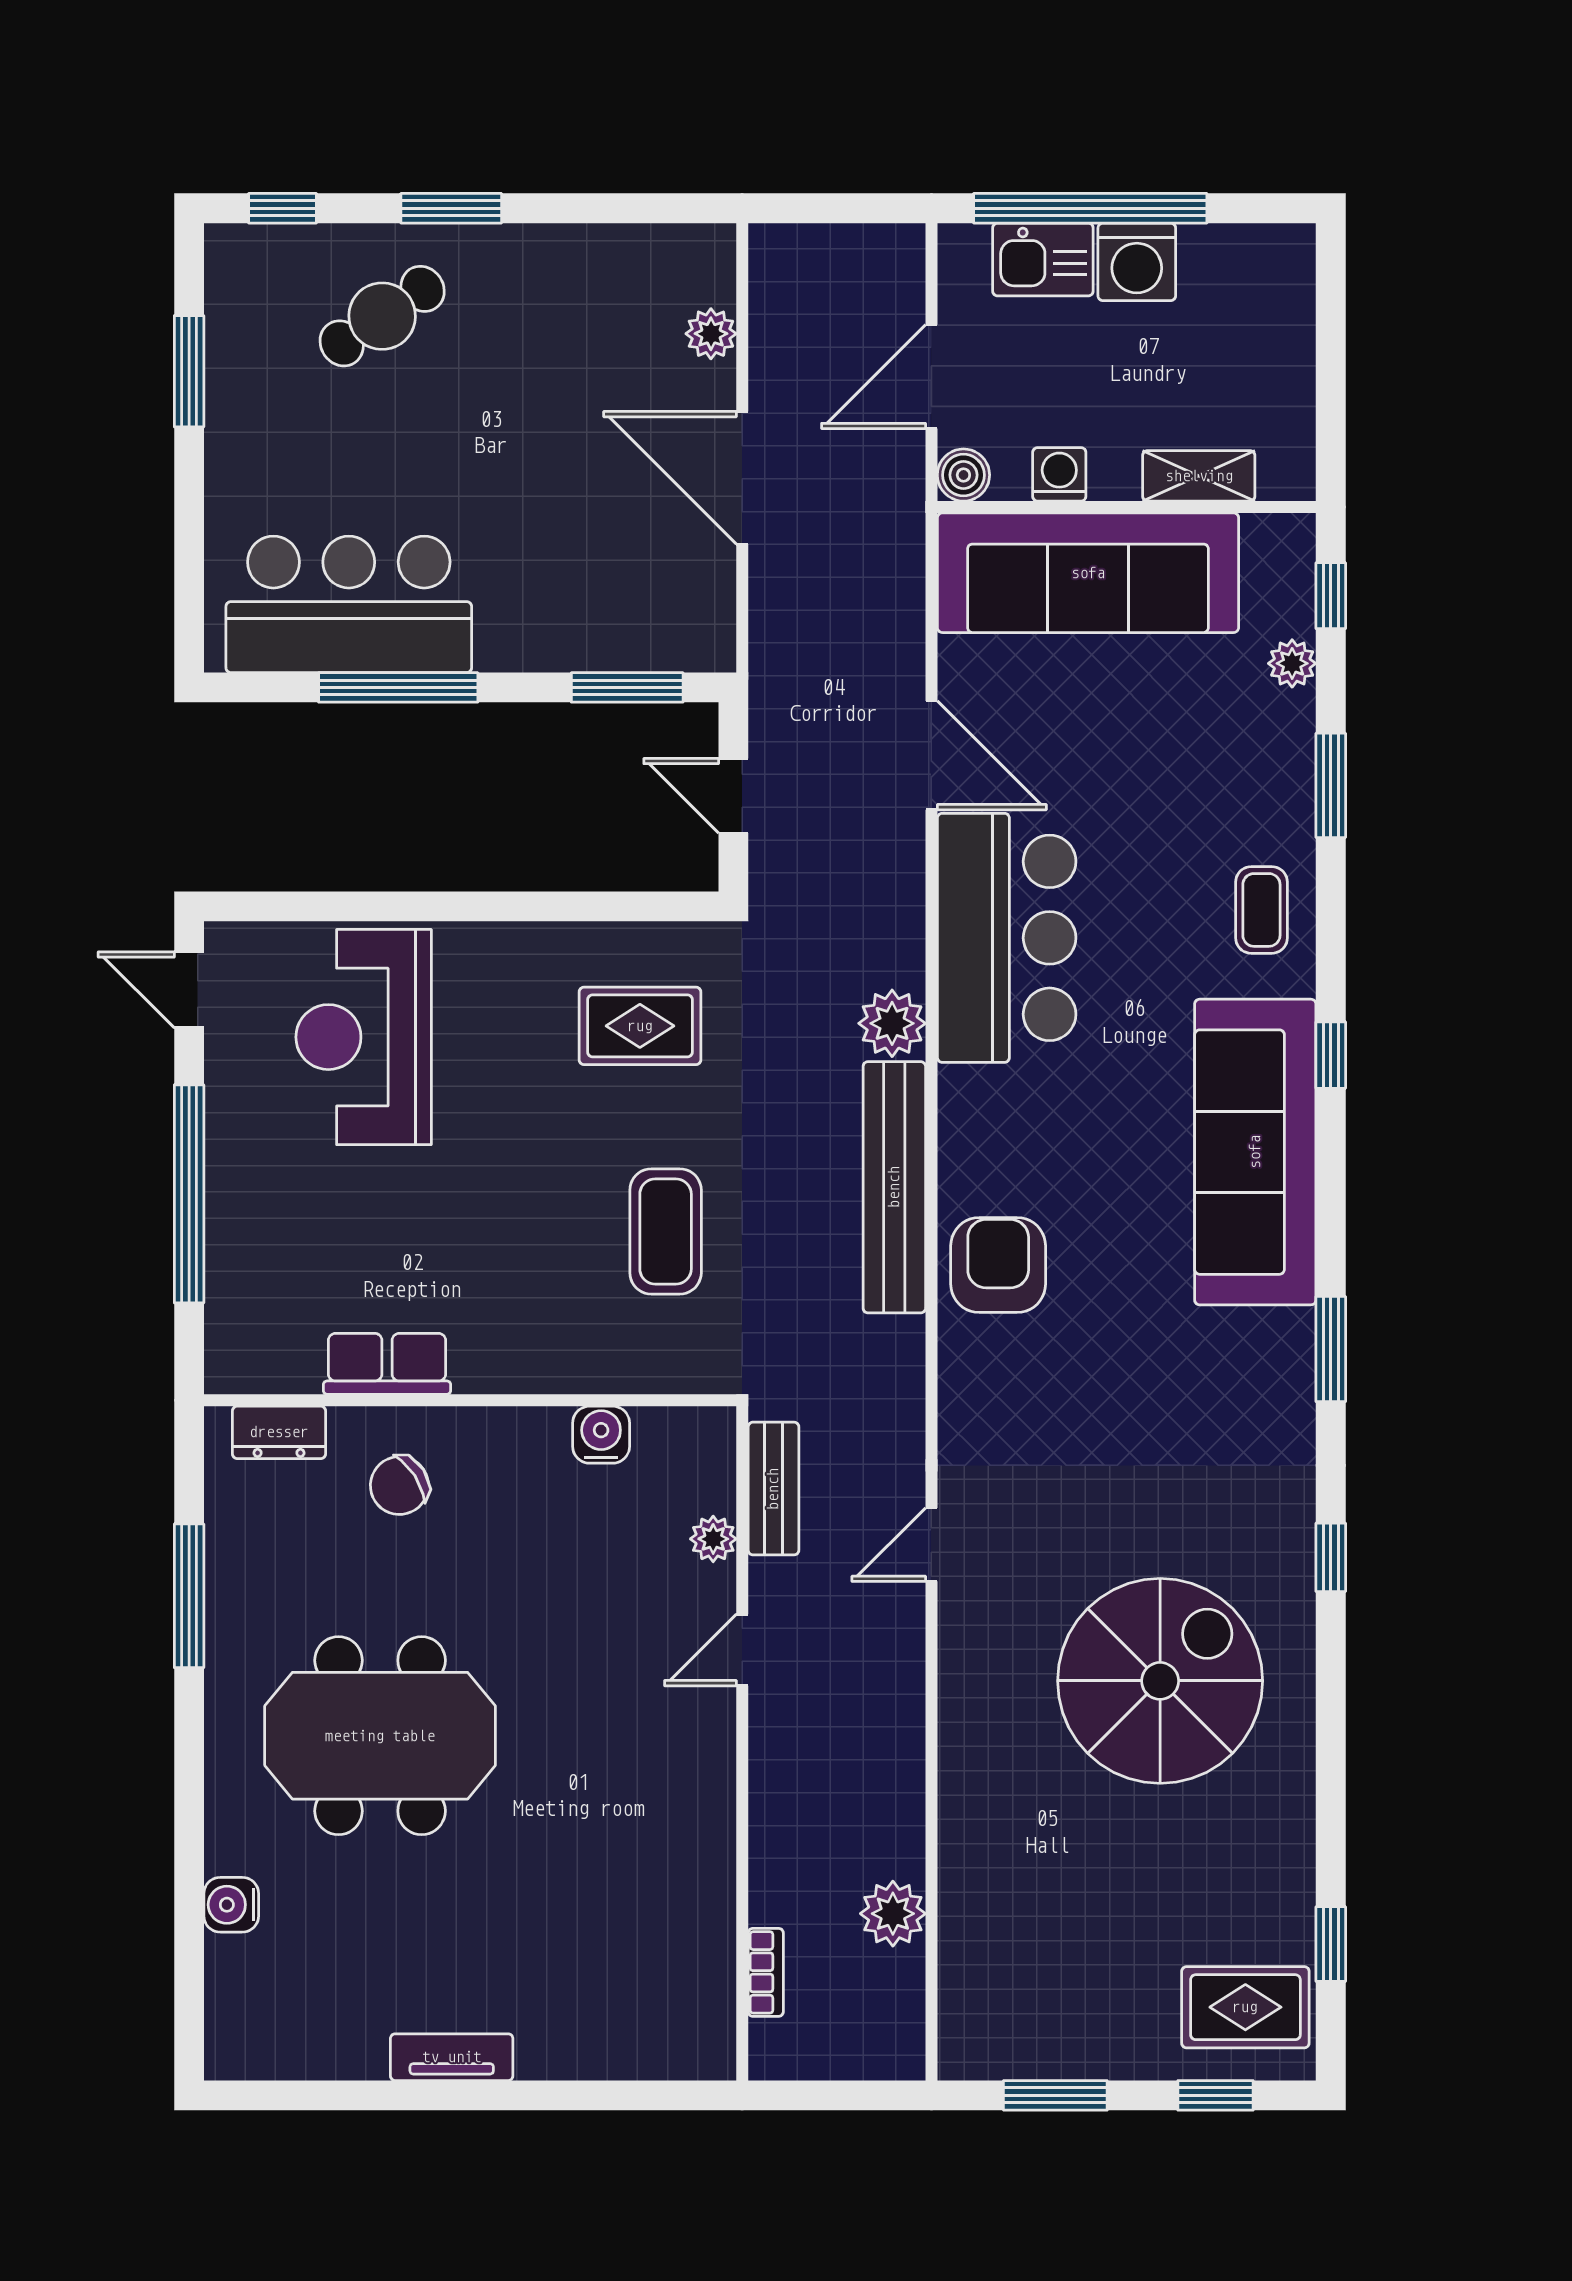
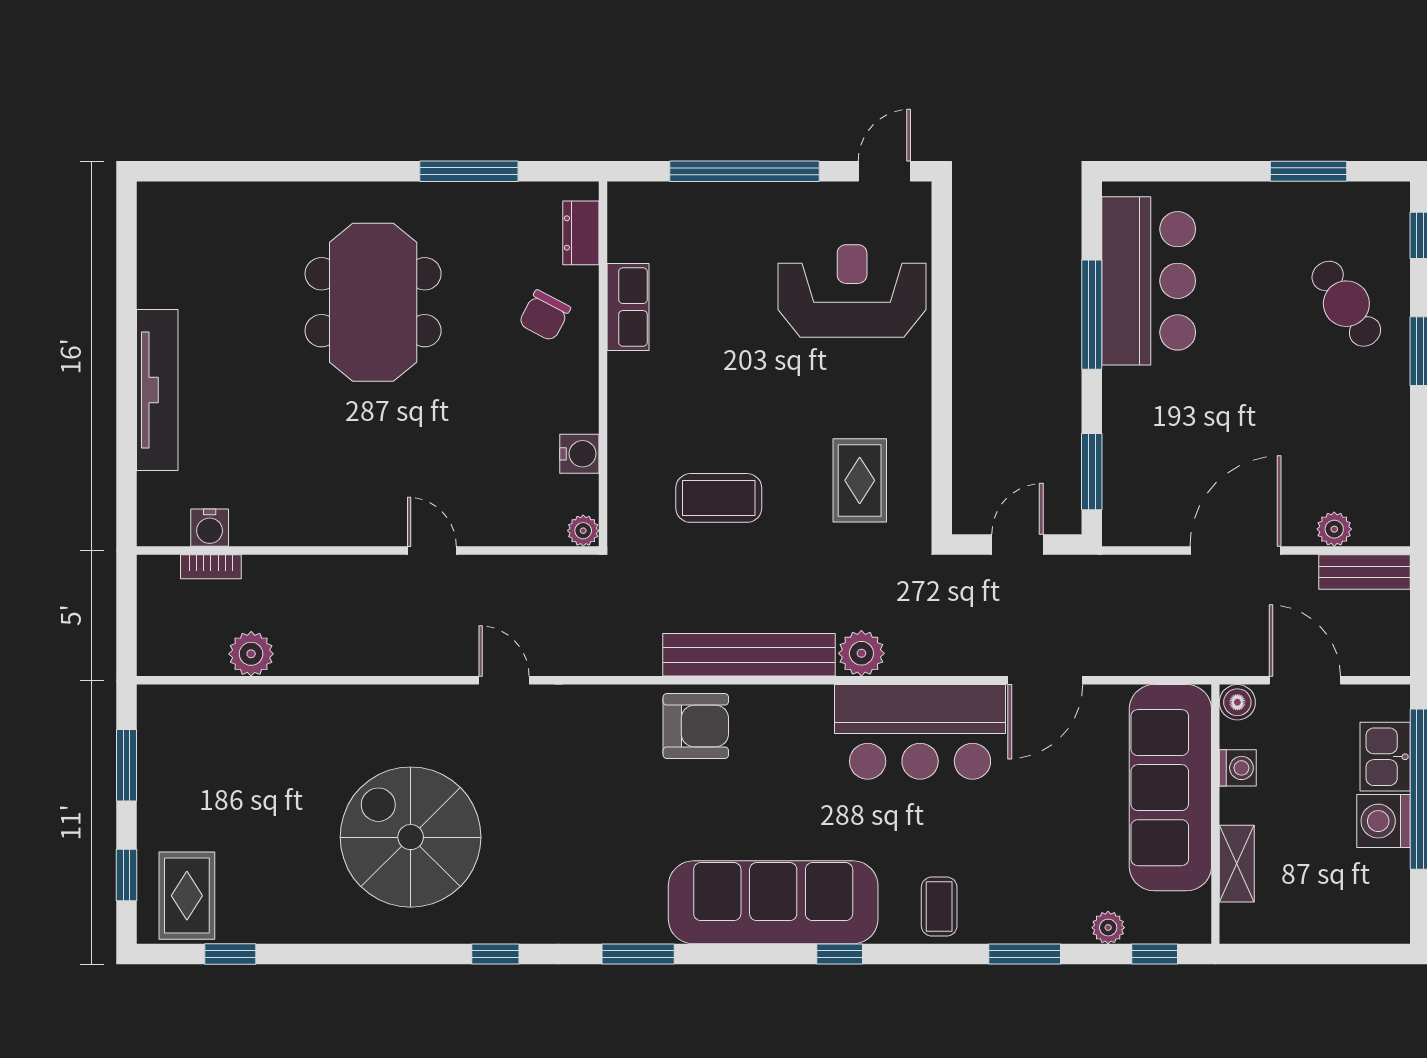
coffee table: (1261, 910) -> (939, 907), turned 90
chair: (399, 1486) -> (545, 316), turned -119
bench: (773, 1489) -> (1365, 572), moved
plant: (713, 1539) -> (583, 531), moved
spiral stairs: (1160, 1681) -> (411, 837), turned 180
water cooler: (231, 1905) -> (210, 528), moved, turned 180
tv unit: (452, 2057) -> (157, 390), width x1.92, depth x1.29

